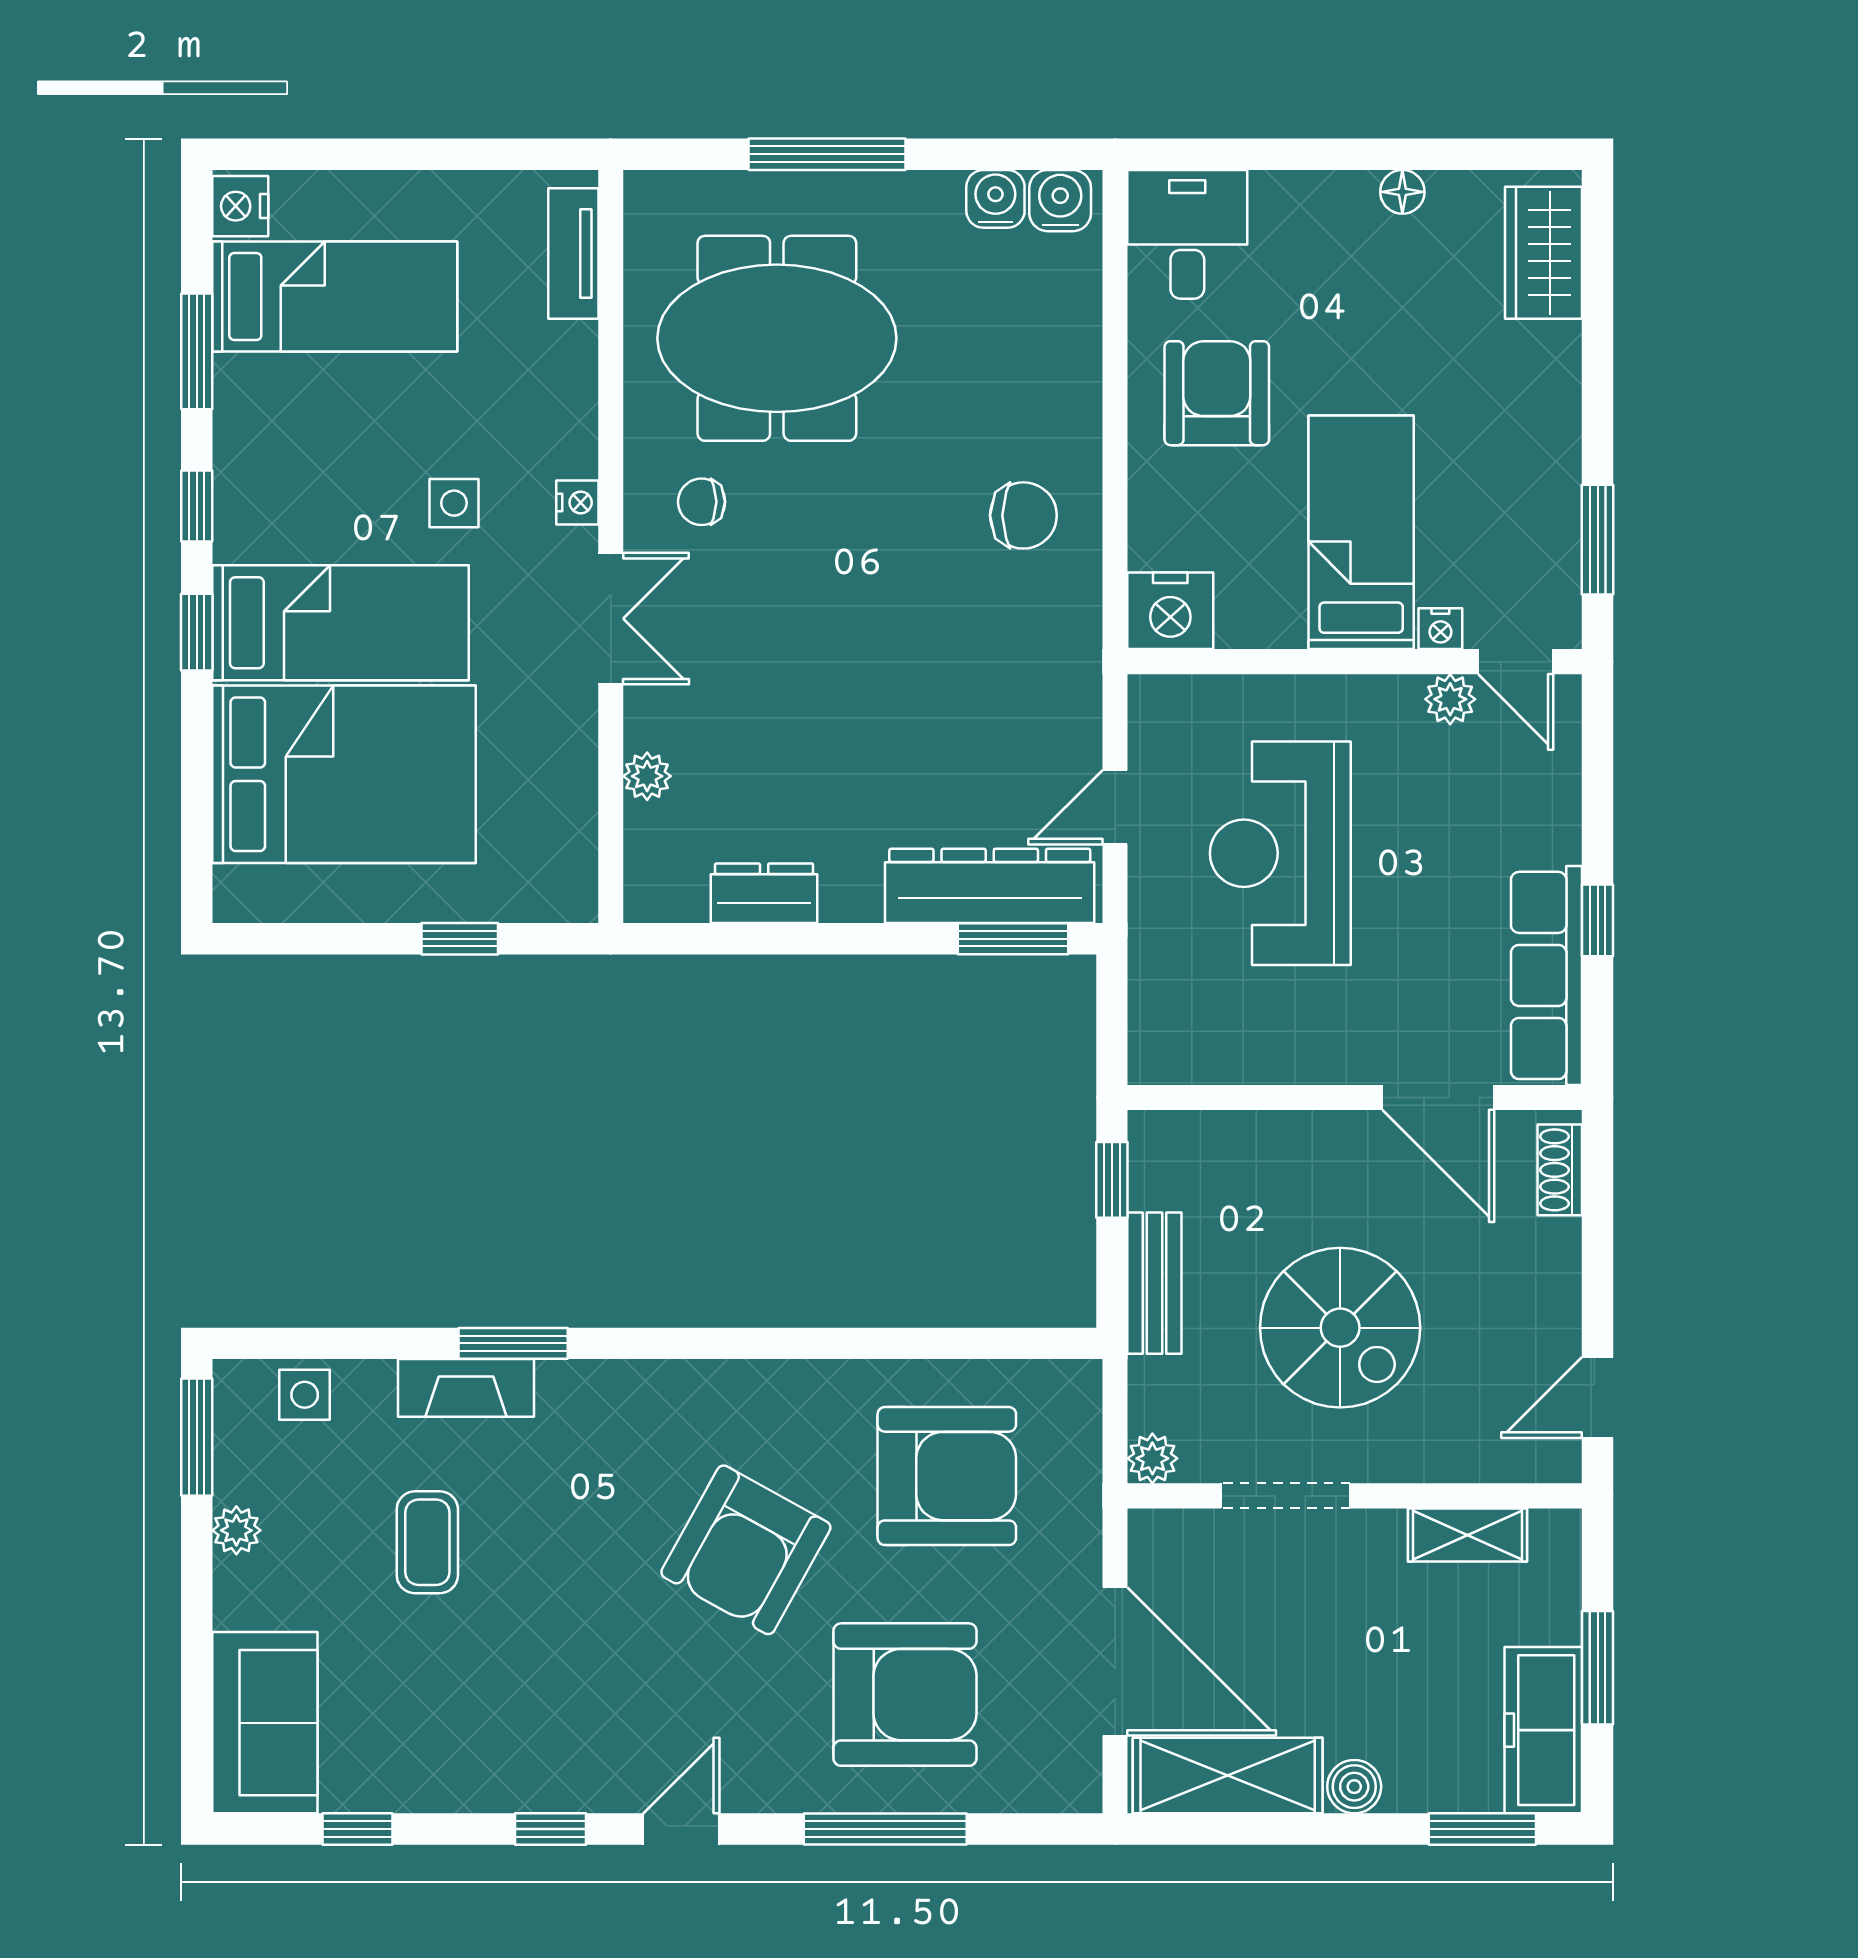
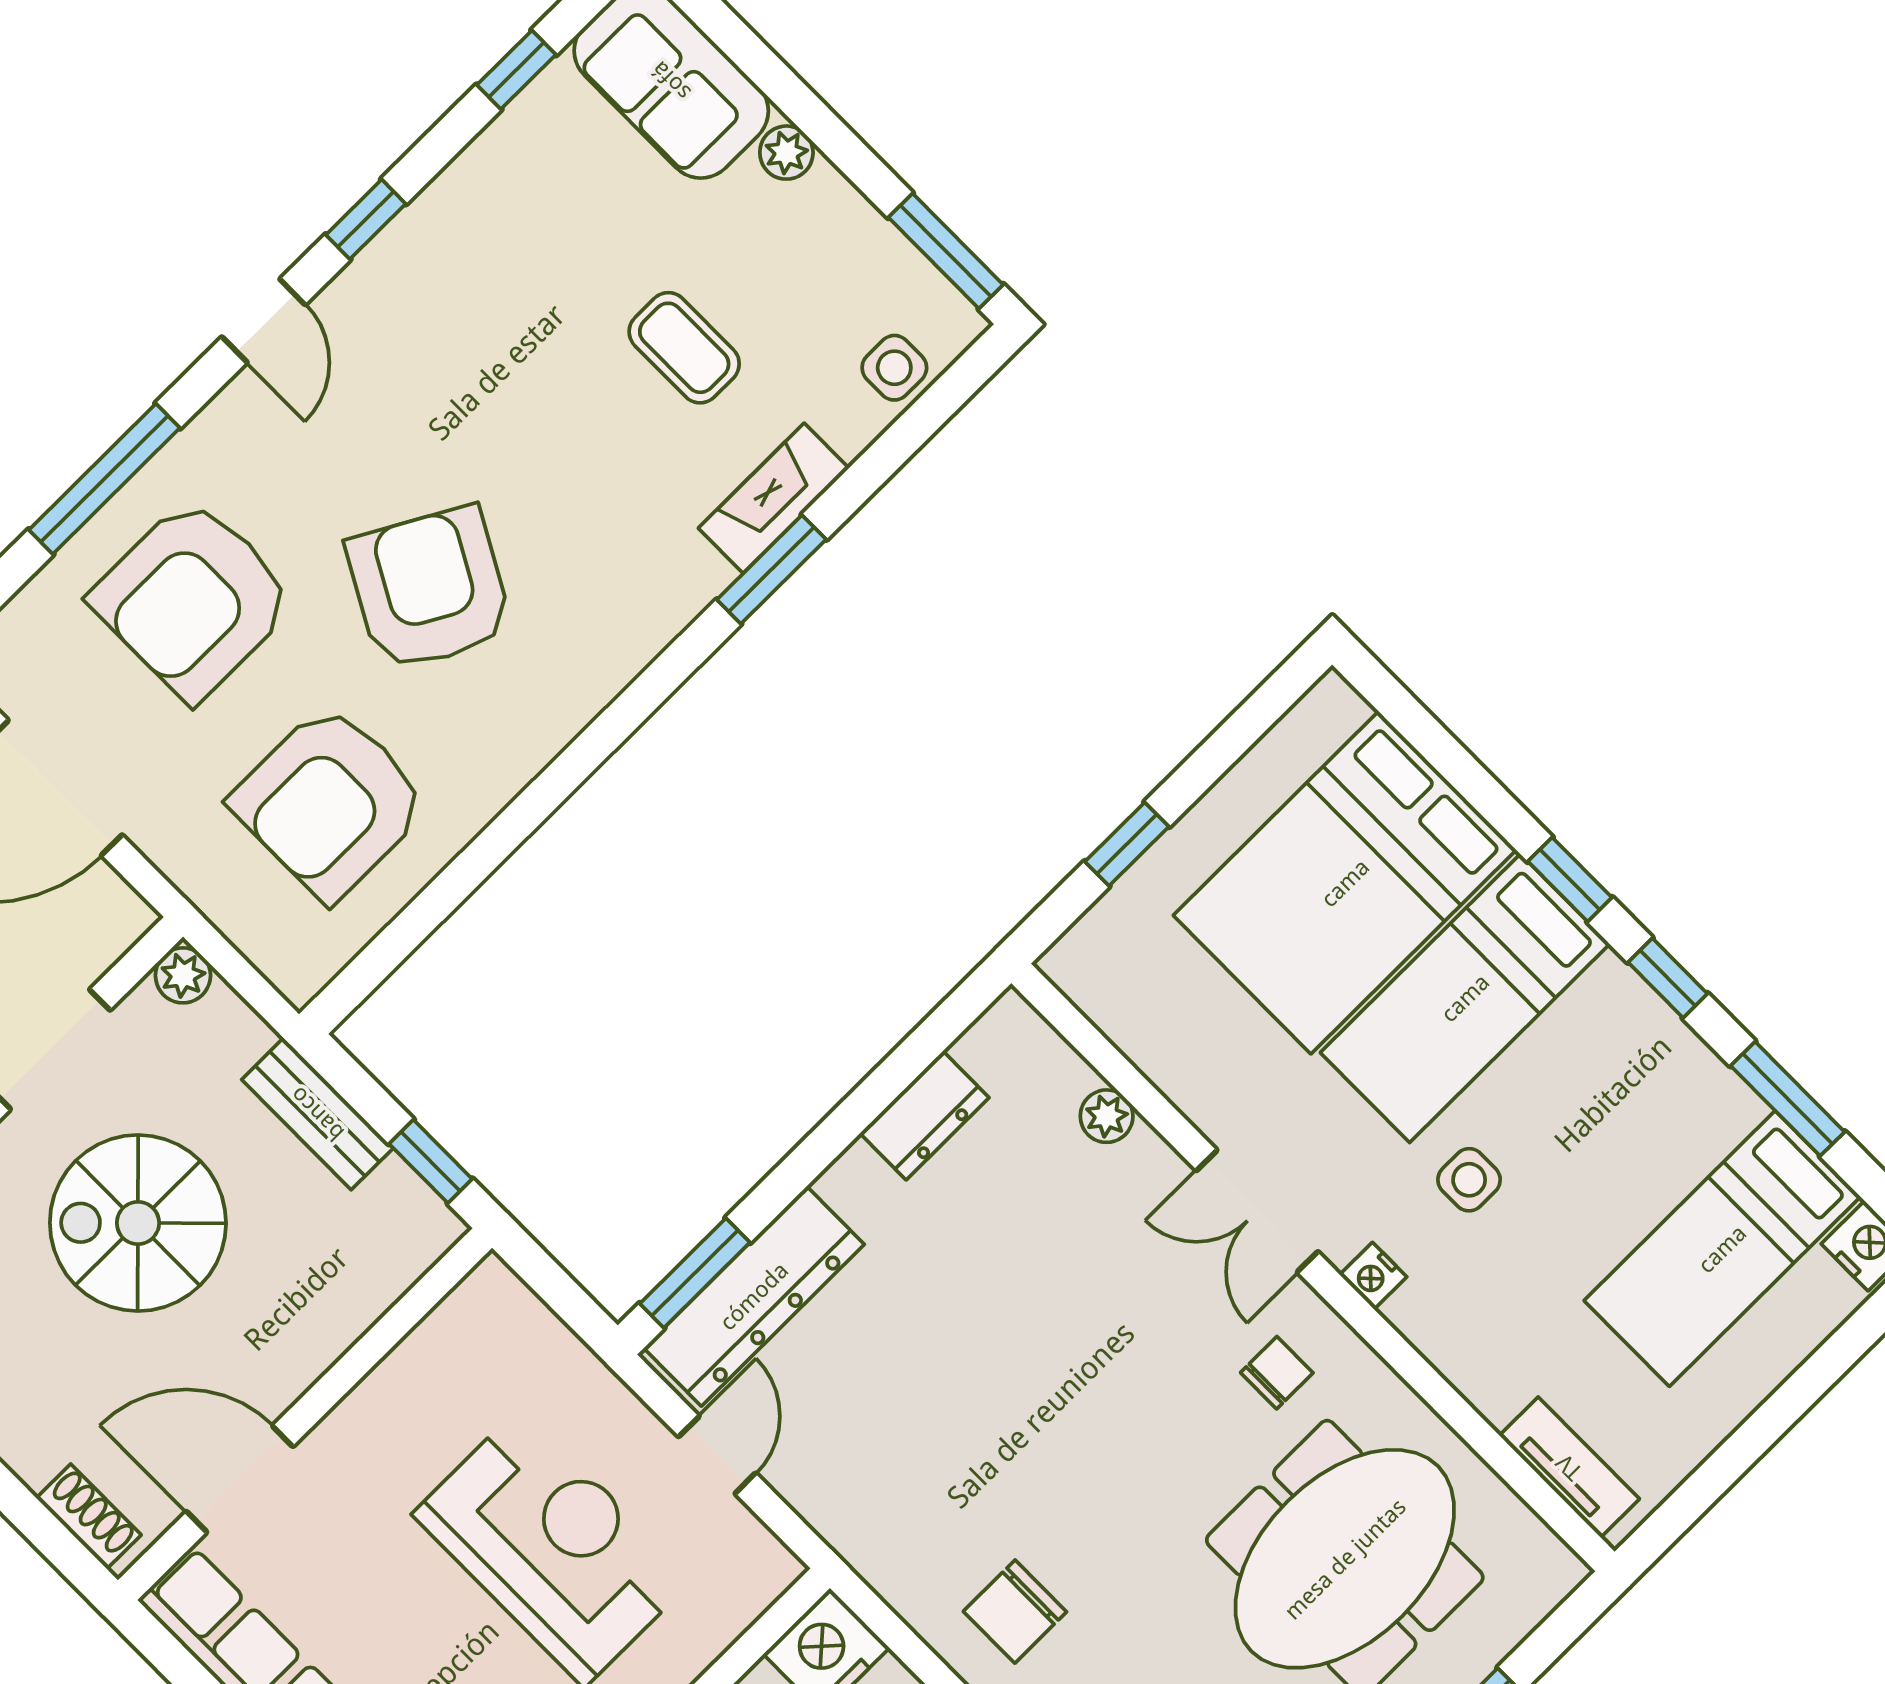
plant: (236, 1530) -> (786, 153), moved

